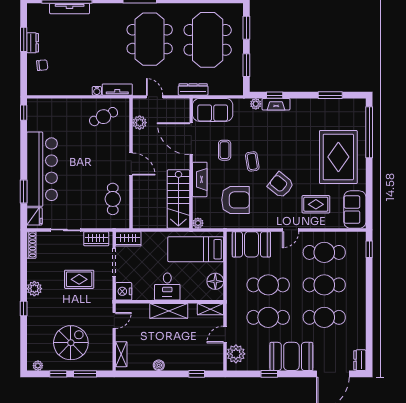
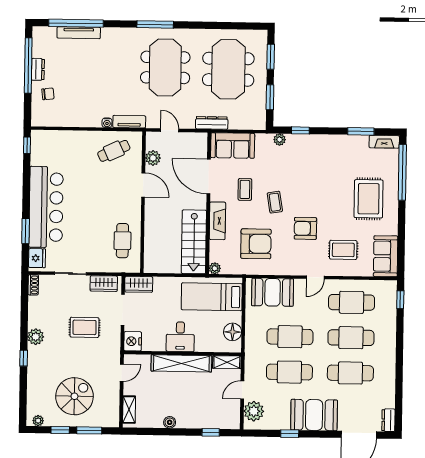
window: (24, 39) -> (28, 66), width x2.11
fireplace: (276, 104) -> (384, 142), moved
rug: (338, 157) -> (369, 199), width x0.73, depth x0.69
door: (131, 164) -> (143, 185), moved
armchair: (281, 185) -> (305, 228), turned -39
shoe rack: (31, 245) -> (33, 285), width x0.70
shelving: (169, 311) -> (181, 363), width x1.47

